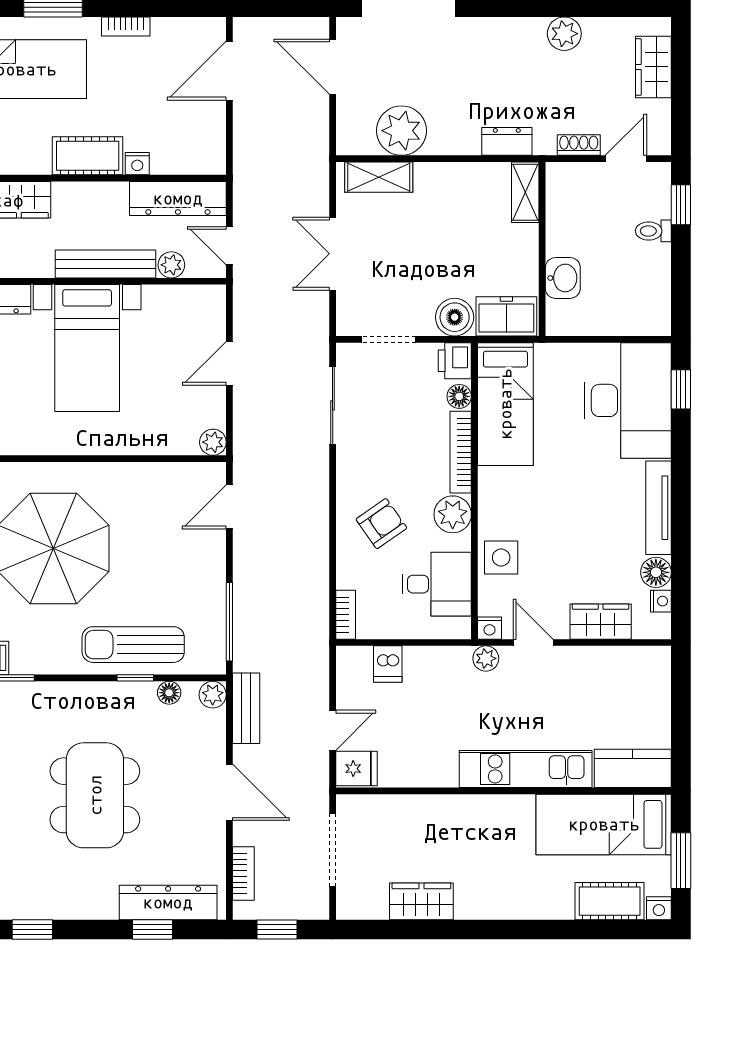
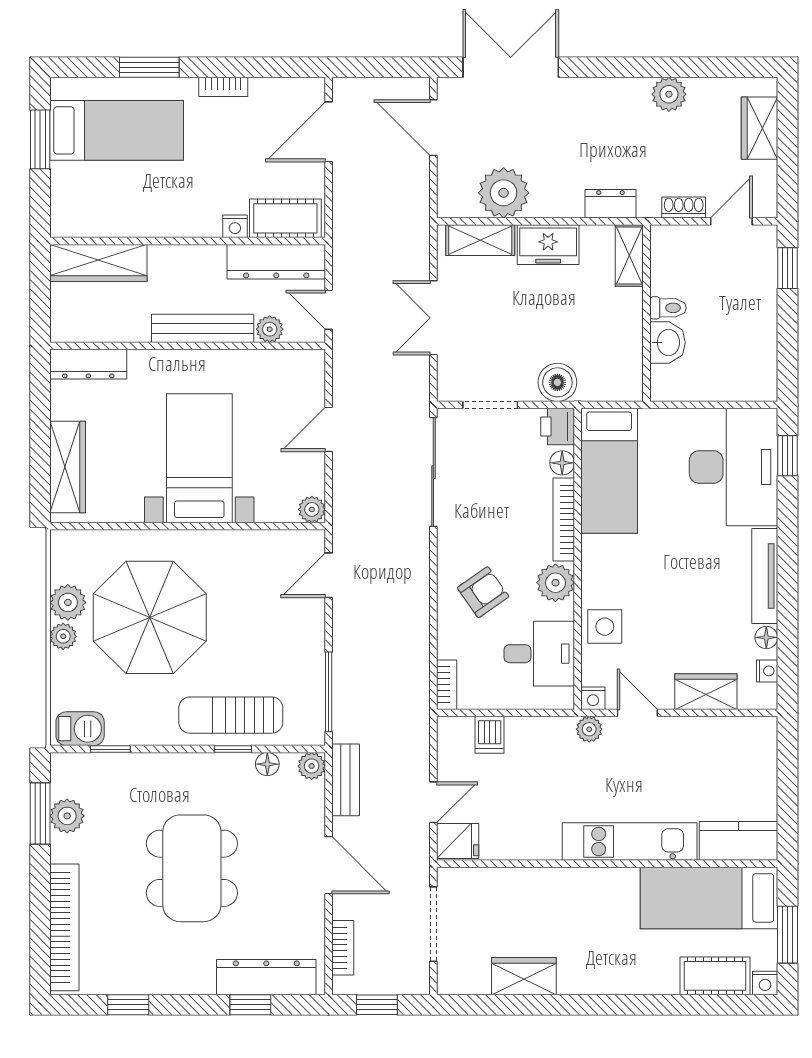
cot: (88, 156) -> (285, 218), moved
toilet: (653, 231) -> (668, 308), moved, turned 180
freezer: (506, 316) -> (548, 245), moved, turned 180
bed with nightstands: (87, 348) -> (199, 458), moved, turned 180
sliding door: (333, 405) -> (433, 472), width x1.37
floor lamp: (656, 572) -> (766, 637), width x0.73, depth x0.73

